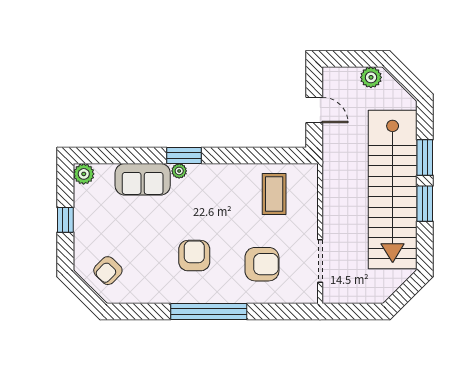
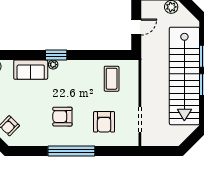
door: (314, 110) -> (136, 27), hinge flipped
armchair: (194, 256) -> (62, 117), turned -90
armchair: (262, 264) -> (104, 122), turned 90

